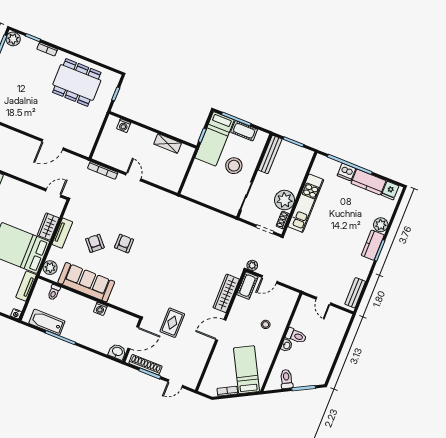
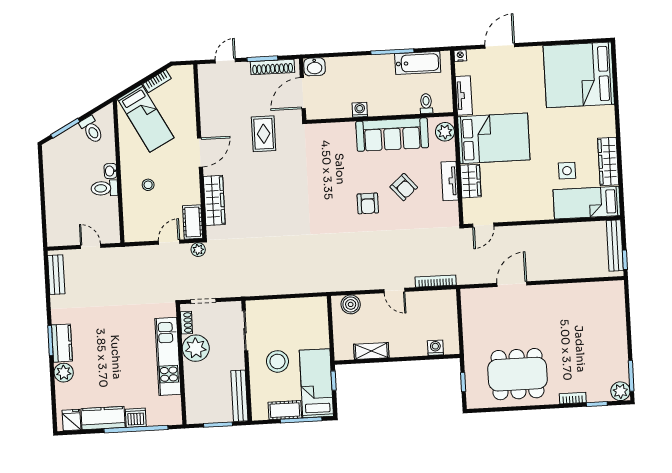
boiler: (167, 181) -> (351, 304), added

